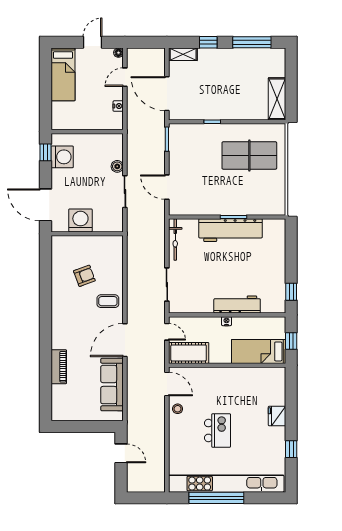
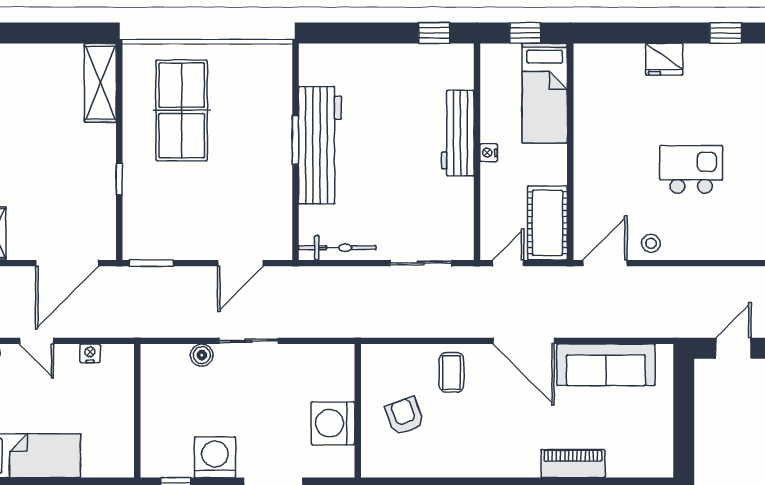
shelving: (277, 99) -> (100, 83), moved, turned 90
washing machine: (62, 157) -> (215, 457), moved
washing machine: (80, 220) -> (333, 423), moved
wall: (87, 234) -> (358, 411), moved

